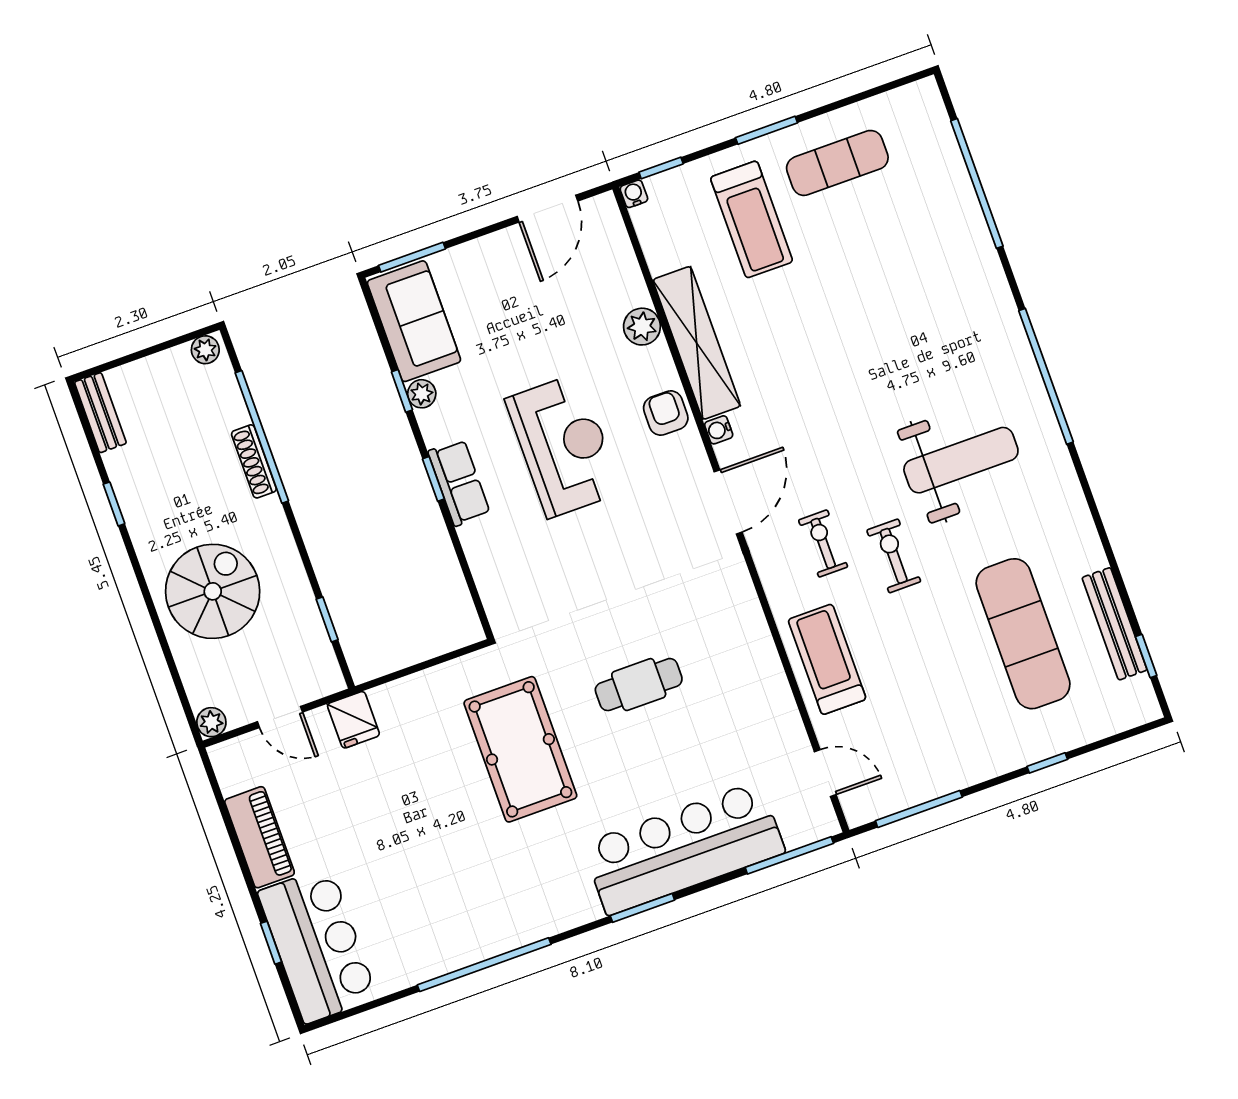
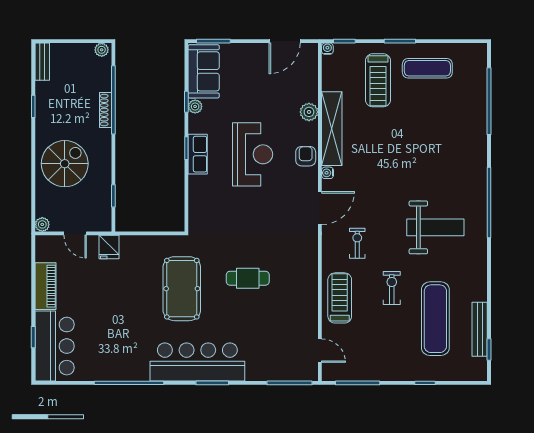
exercise bike: (894, 556) -> (392, 288), moved
bar counter: (684, 848) -> (197, 362), moved

